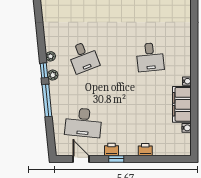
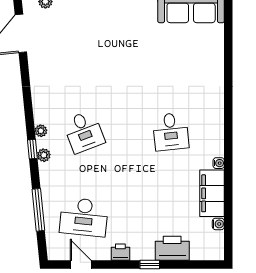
window: (47, 101) -> (38, 210), moved
printer: (145, 150) -> (172, 248), width x1.87, depth x1.48
window: (116, 159) -> (150, 265), moved

